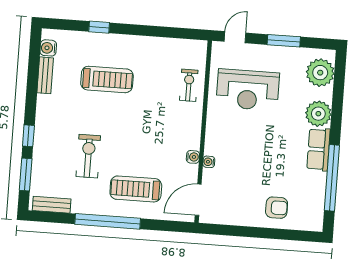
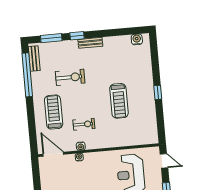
window: (99, 27) -> (158, 92), moved
bench: (45, 75) -> (90, 43), moved
treadmill: (107, 79) -> (119, 101), moved
exercise bike: (189, 85) -> (84, 124), moved
window: (108, 221) -> (27, 75), moved

